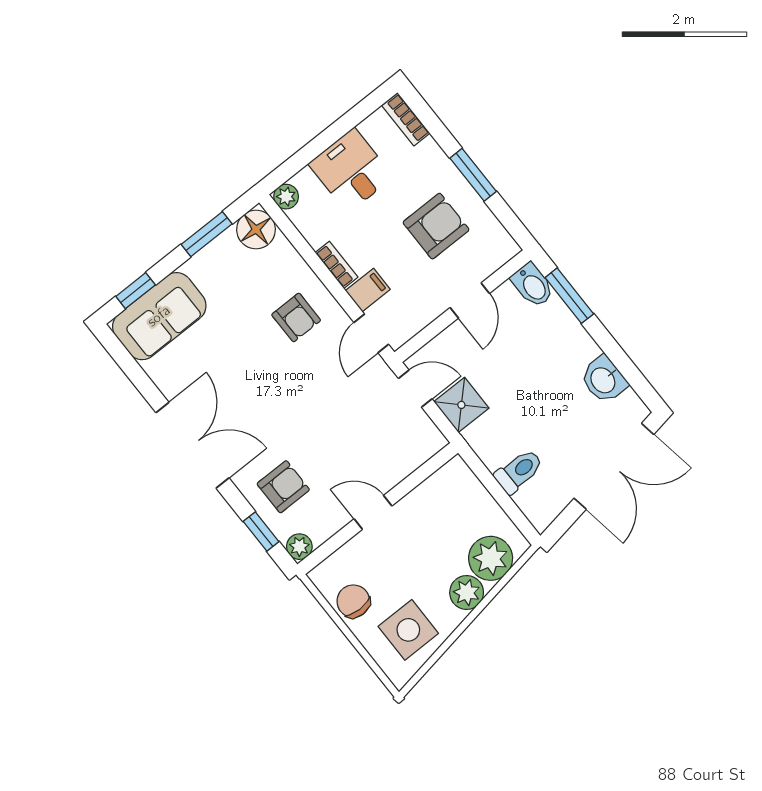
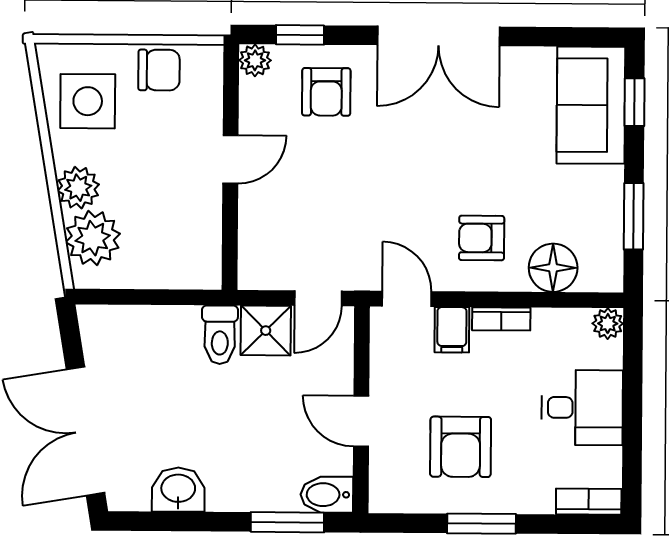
floor lamp: (256, 229) -> (553, 268), moved
toilet: (519, 471) -> (220, 335), moved

